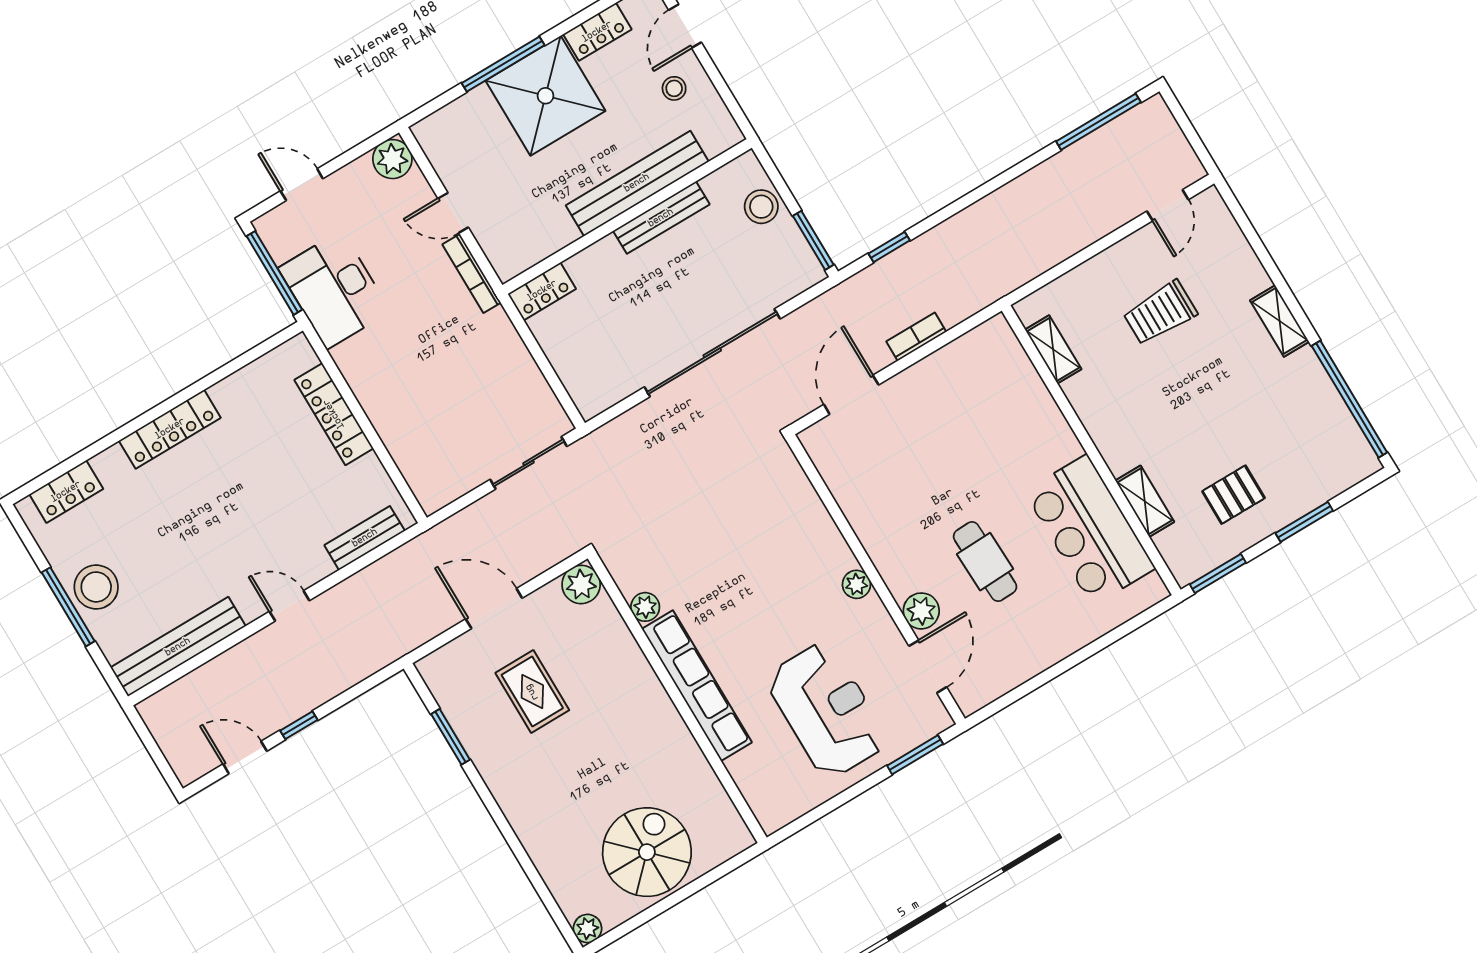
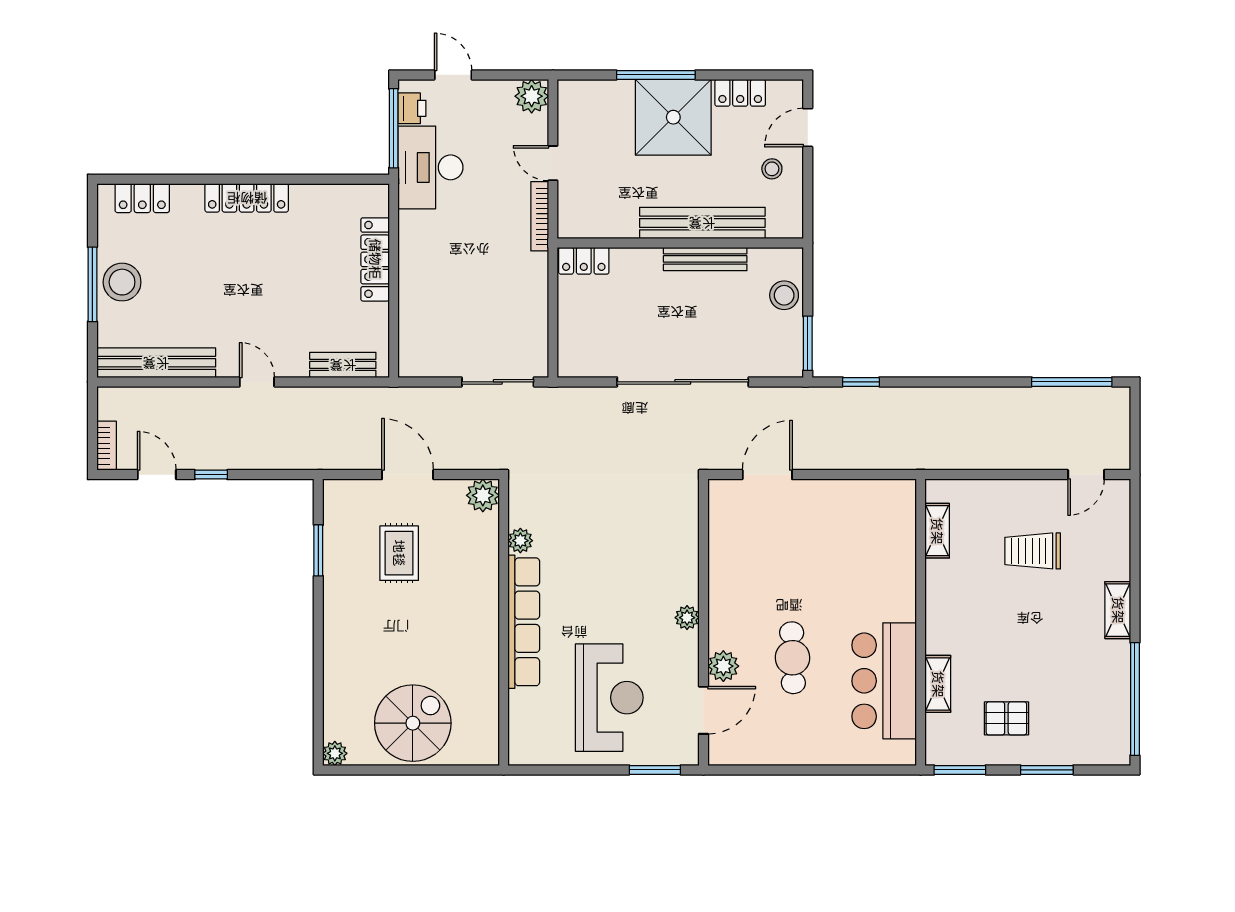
printer: (281, 242) -> (412, 108), added
bookcase: (916, 337) -> (107, 446), moved, turned 90

